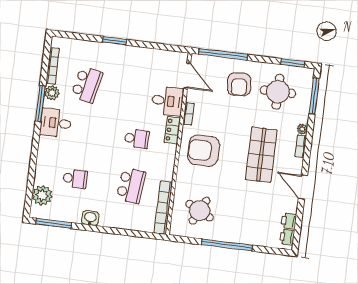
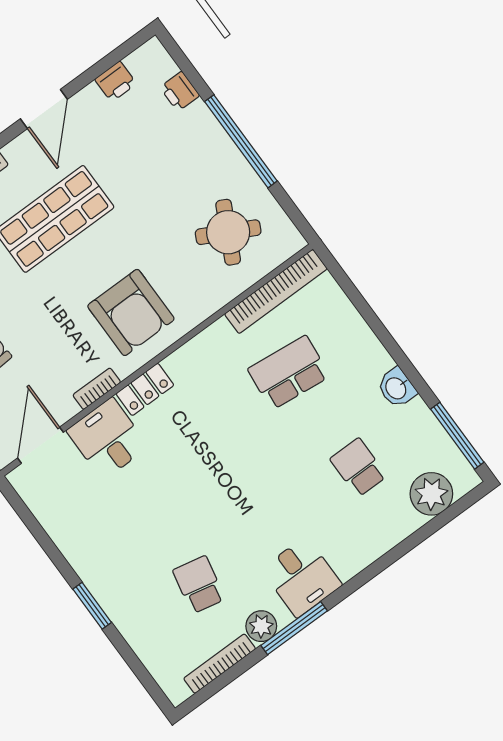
school desk: (87, 85) -> (199, 585), width x0.54
school desk: (137, 139) -> (209, 431), removed
printer: (287, 237) -> (180, 91), moved, turned 90

